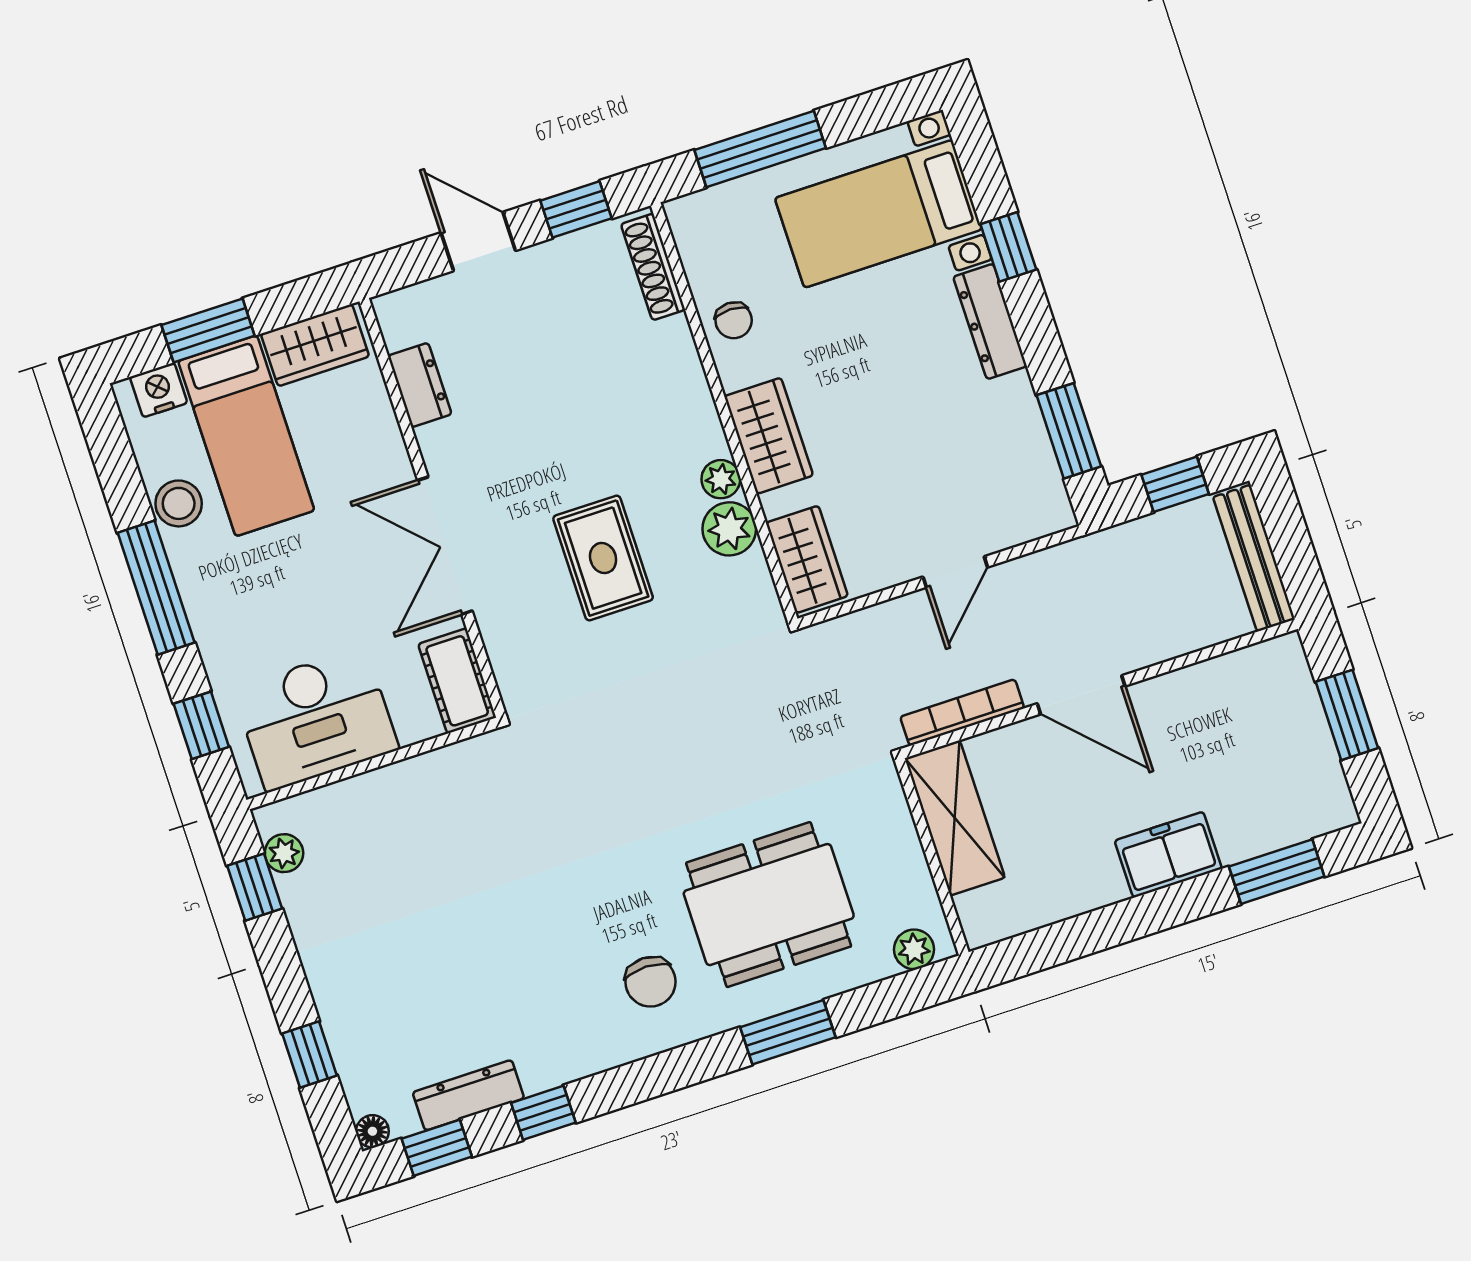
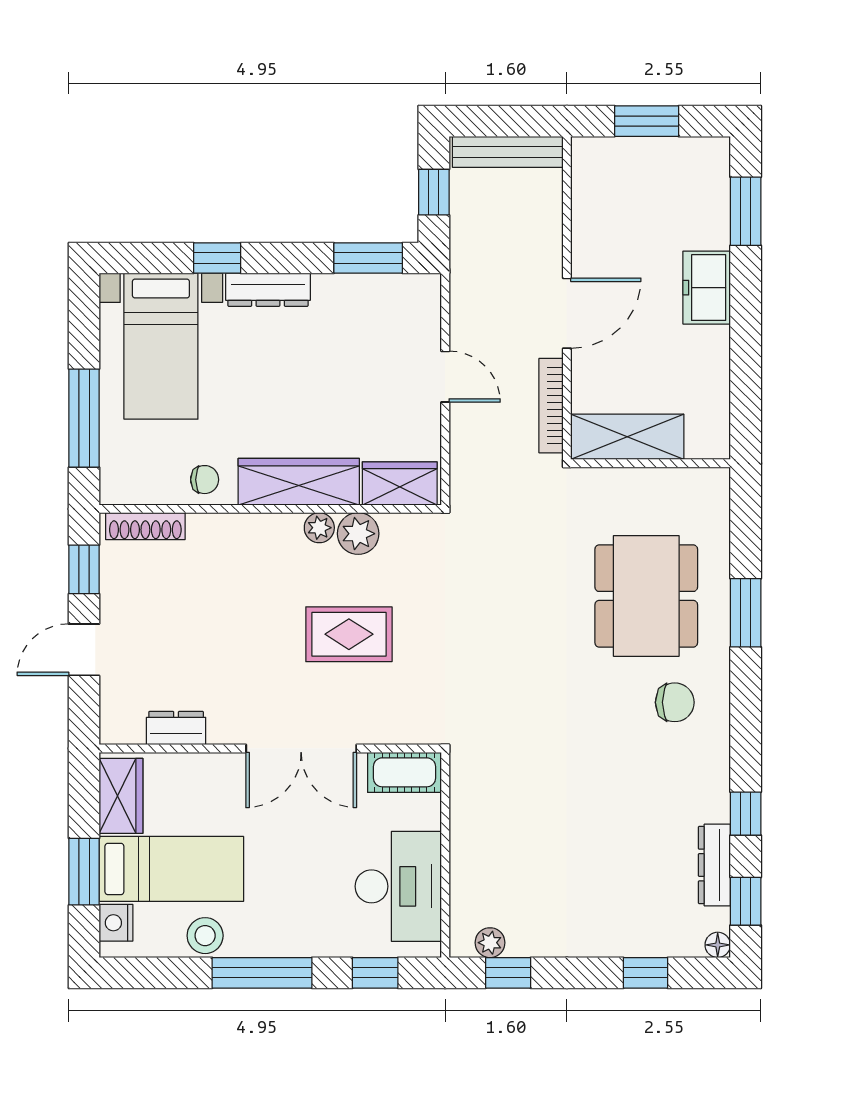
wardrobe: (769, 436) -> (299, 482), width x1.50
plant: (914, 949) -> (715, 499), removed

